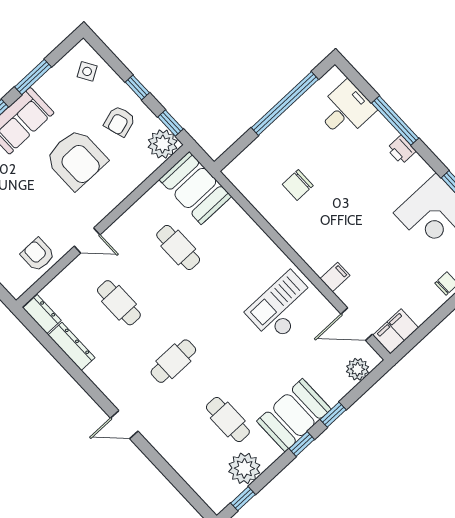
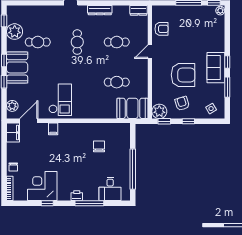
armchair: (76, 159) -> (183, 75), turned 180
dresser: (72, 346) -> (100, 10), moved

